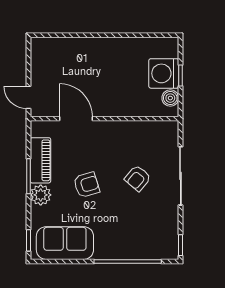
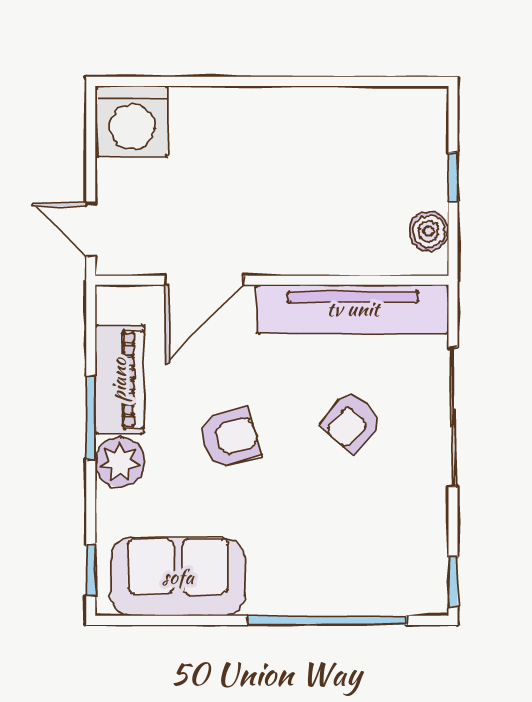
washing machine: (164, 73) -> (132, 121), moved, turned -90
door: (76, 119) -> (204, 280), swing flipped
tv unit: (138, 131) -> (353, 309), added

